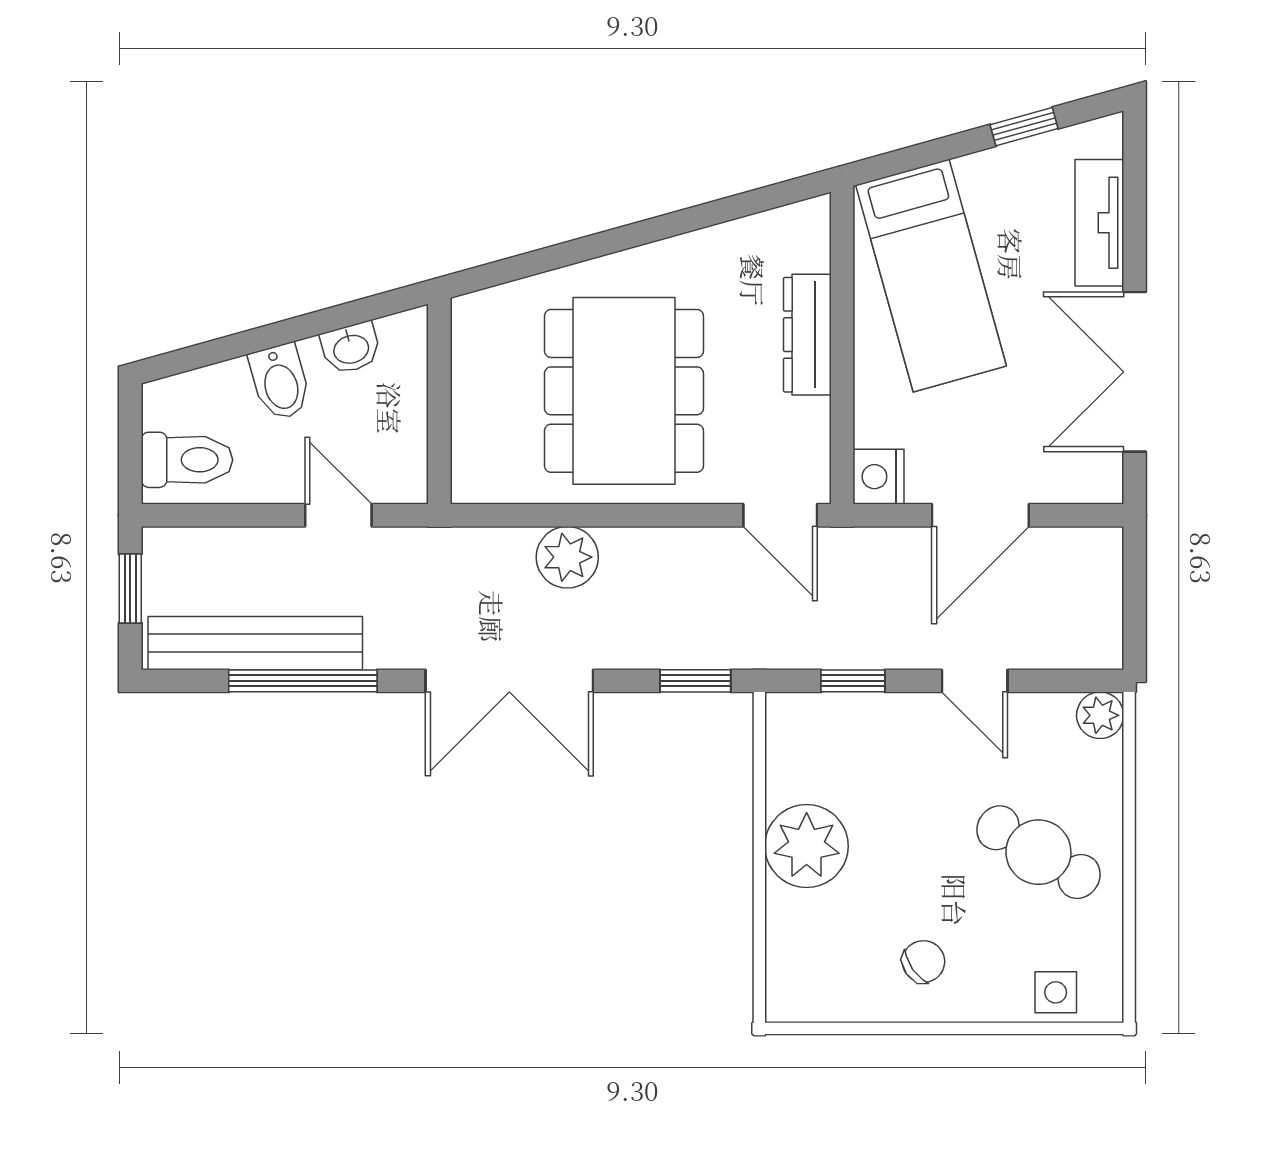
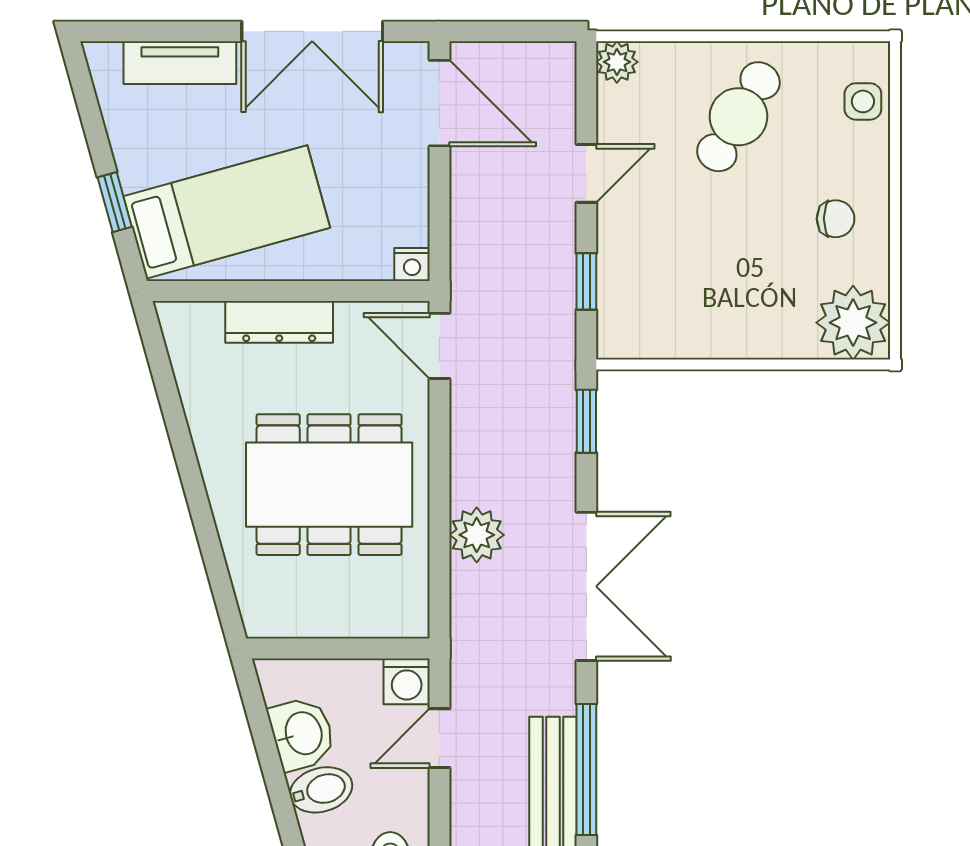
window: (1024, 127) -> (115, 202), moved
washbasin: (351, 348) -> (302, 734), width x1.38, depth x1.45
nightstand: (879, 477) -> (412, 265), width x0.72, depth x0.74
washing machine: (402, 478) -> (407, 681), added
door: (780, 515) -> (439, 346), swing flipped
door: (980, 515) -> (439, 103), moved
plant: (807, 846) -> (853, 323), moved
chair: (924, 962) -> (836, 219), turned 125

